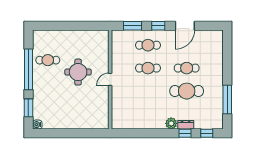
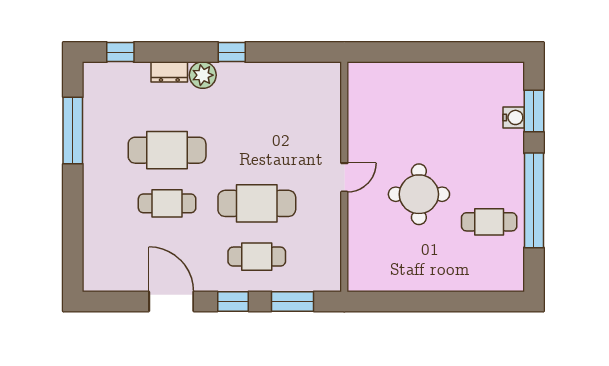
door: (185, 26) -> (171, 301), hinge flipped
cafe table: (148, 68) -> (257, 203), width x1.37, depth x1.35
water cooler: (37, 125) -> (514, 117), moved
window: (185, 133) -> (232, 52), moved

